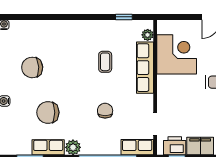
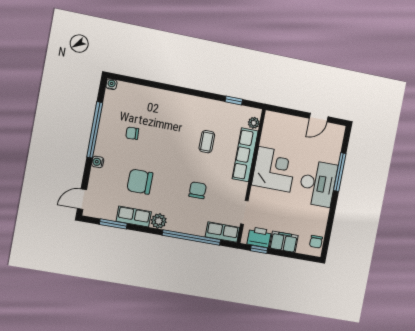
corner desk: (177, 54) -> (274, 169), moved
chair: (32, 67) -> (132, 133), width x0.54, depth x0.54

